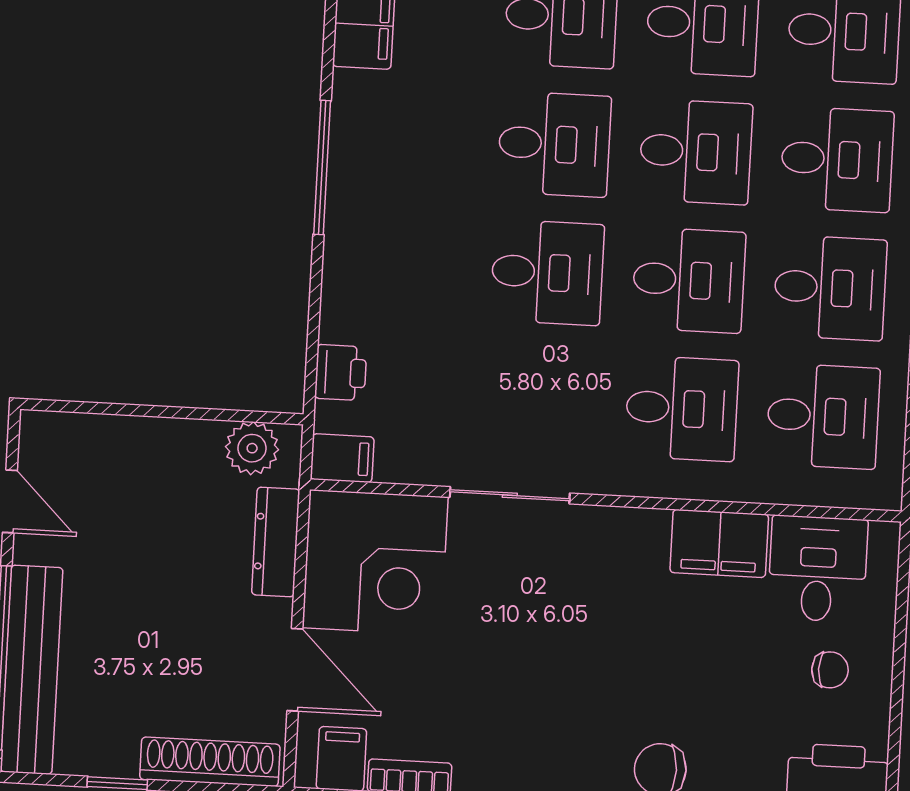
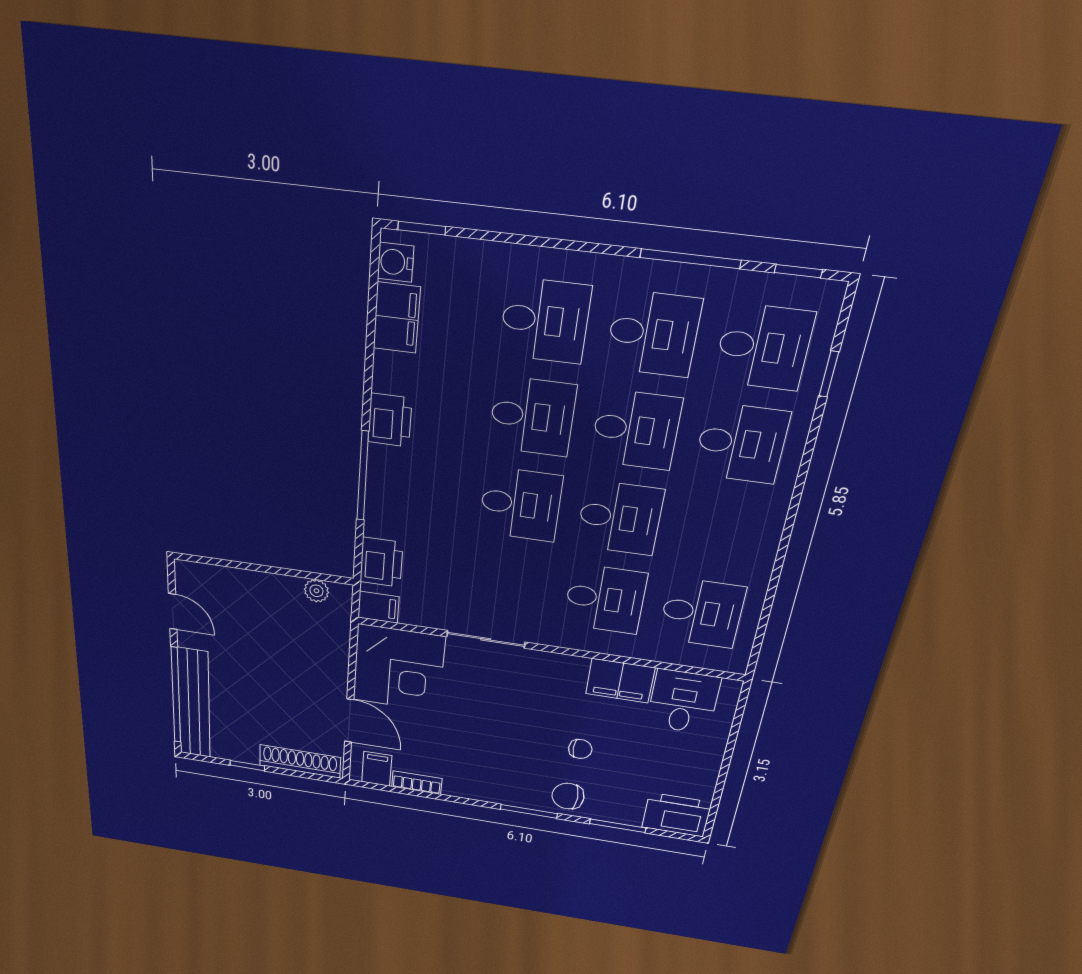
printer: (356, 165) -> (390, 420), added
window: (322, 168) -> (363, 476), moved
desk: (830, 288) -> (721, 532), removed
printer: (341, 373) -> (381, 562), width x1.36, depth x1.24
plant: (252, 448) -> (316, 591), width x0.73, depth x0.73
dresser: (276, 542) -> (337, 651), removed
chair: (830, 670) -> (580, 749), moved

